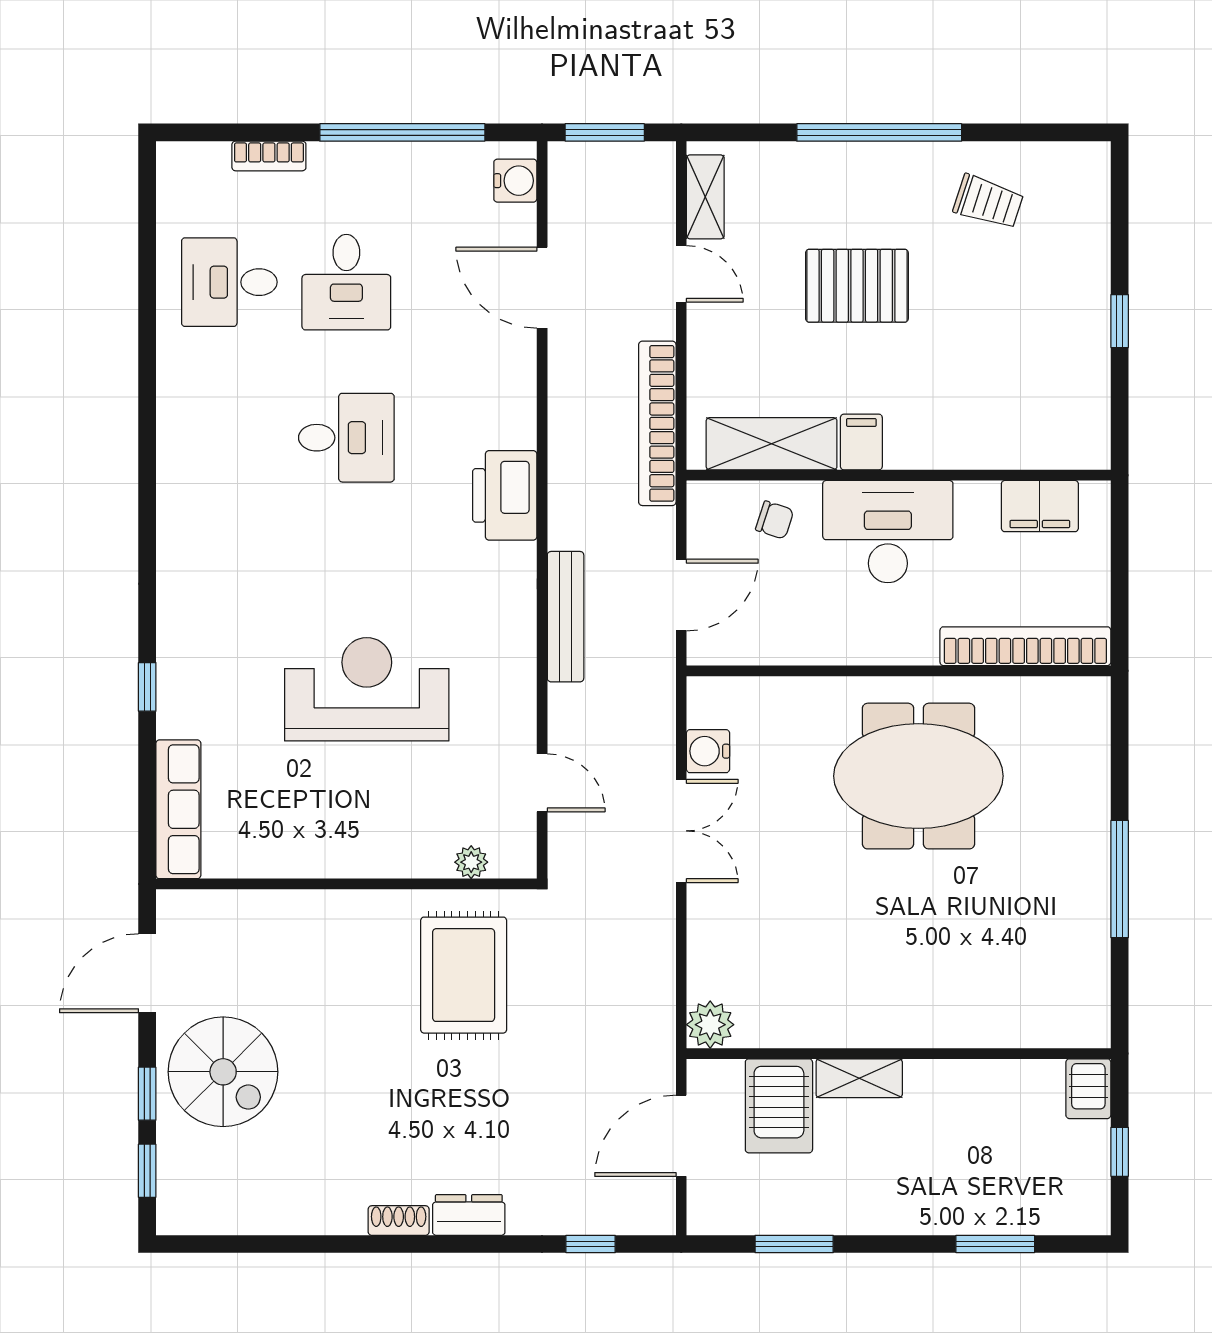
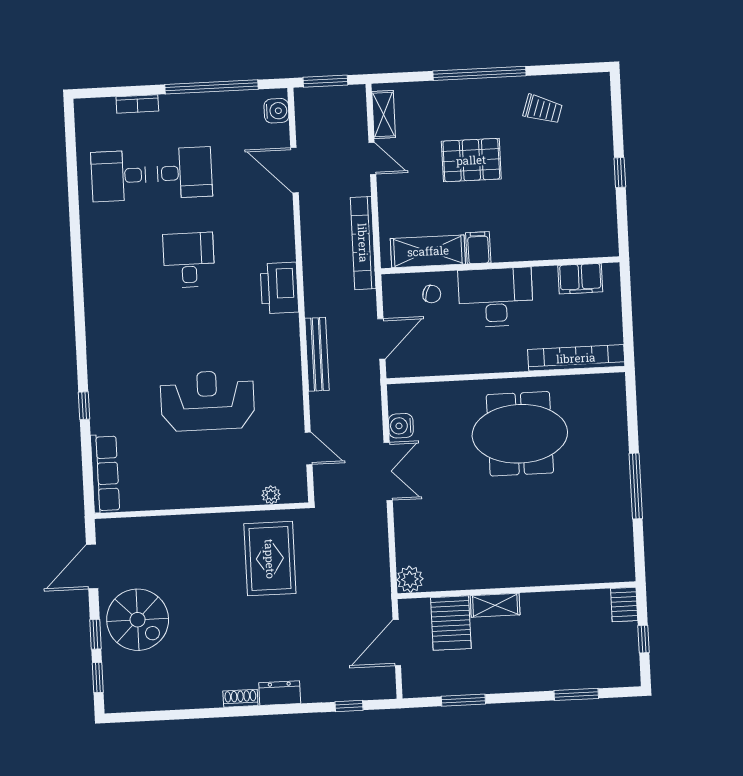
desk: (346, 282) -> (184, 173), turned -90
desk: (346, 438) -> (189, 260), turned -90

